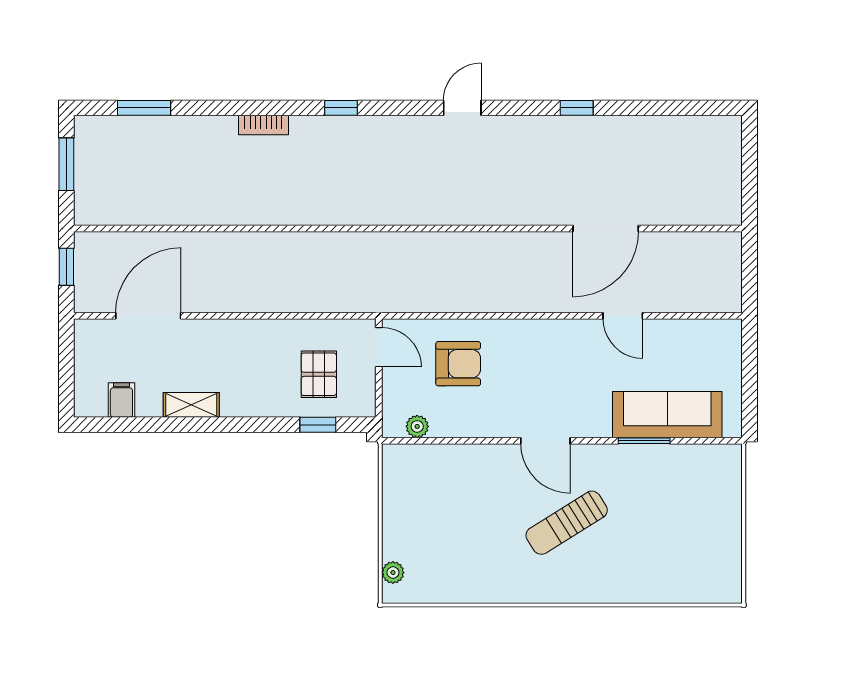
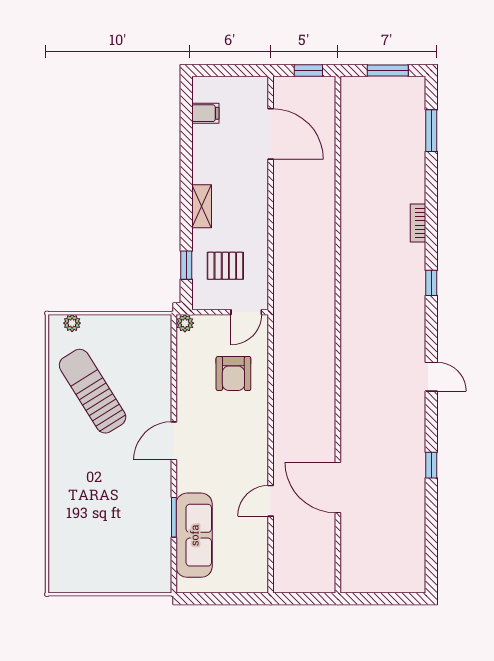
shelving: (191, 405) -> (202, 206), moved
plant: (417, 426) -> (185, 323), moved
sun lounger: (567, 523) -> (93, 391), moved, width x1.36, depth x1.34

